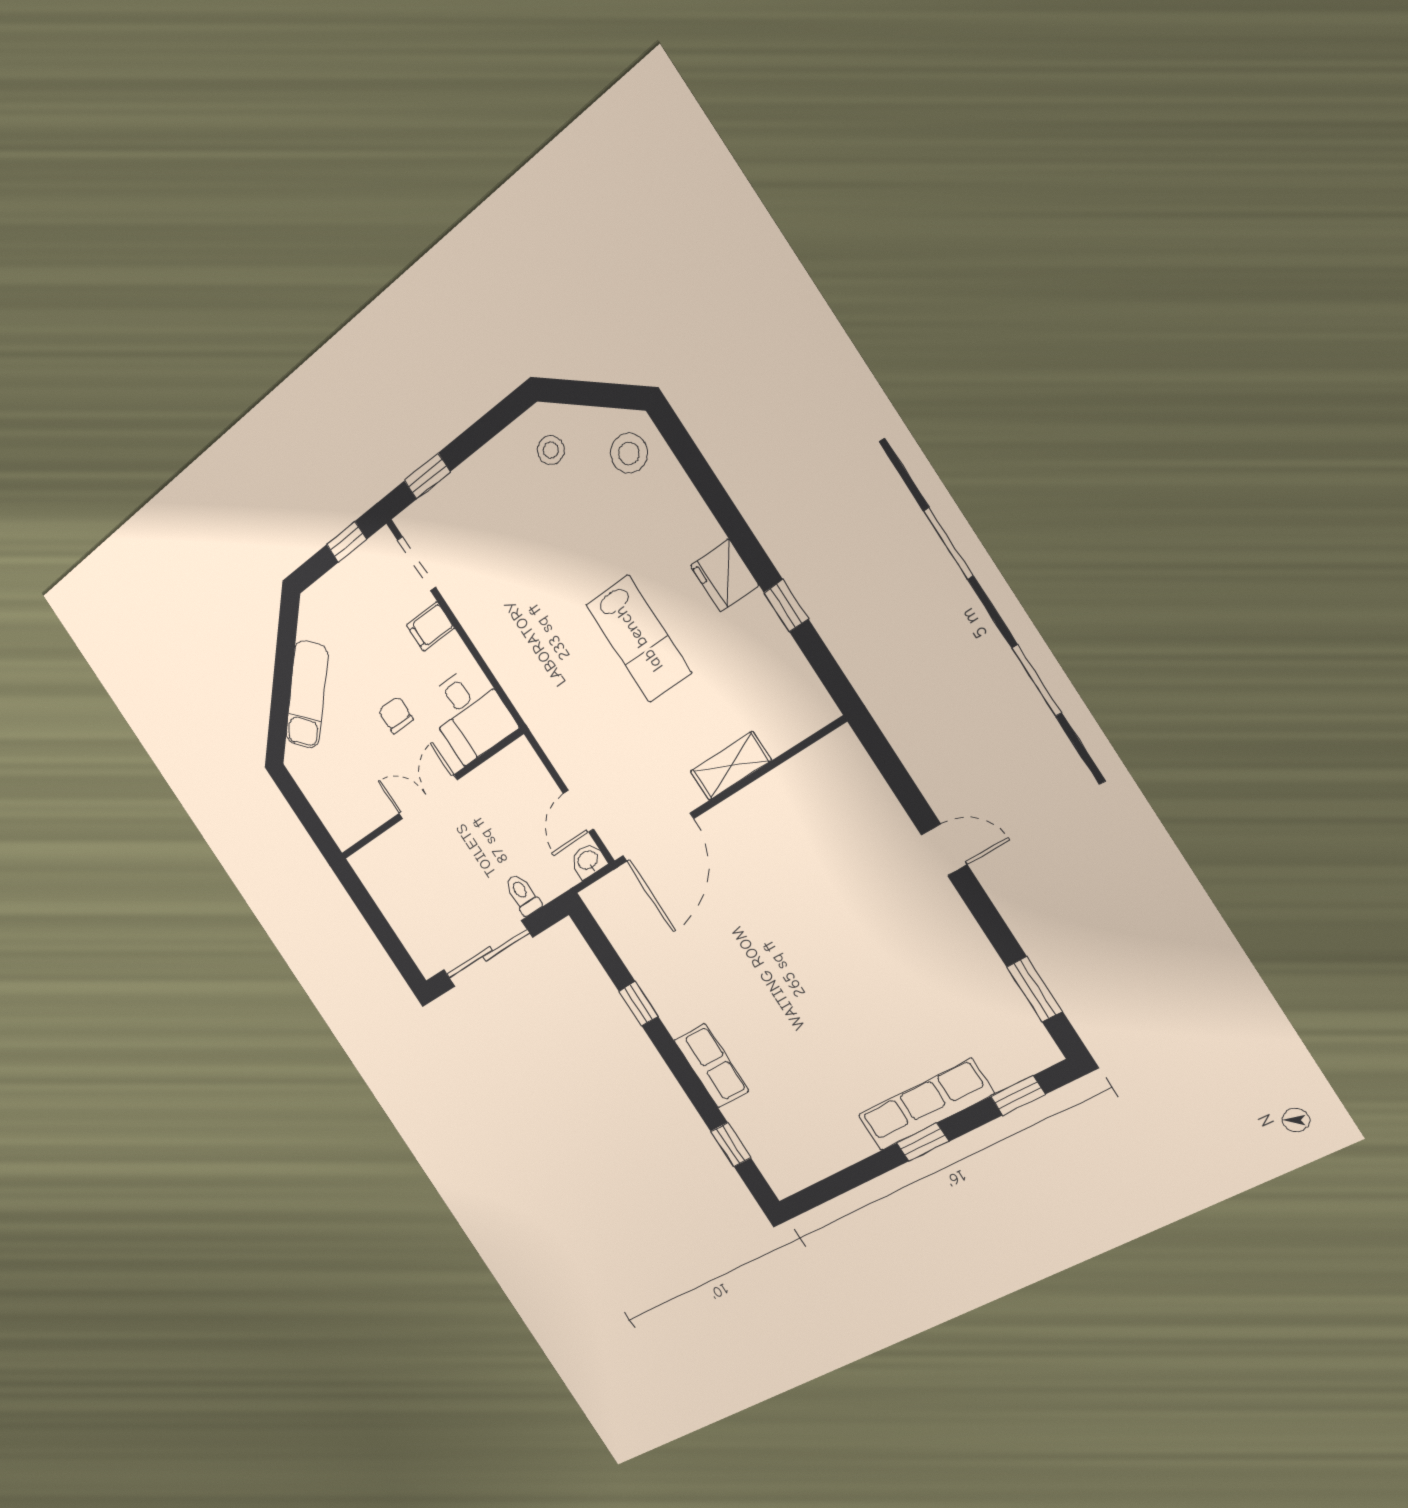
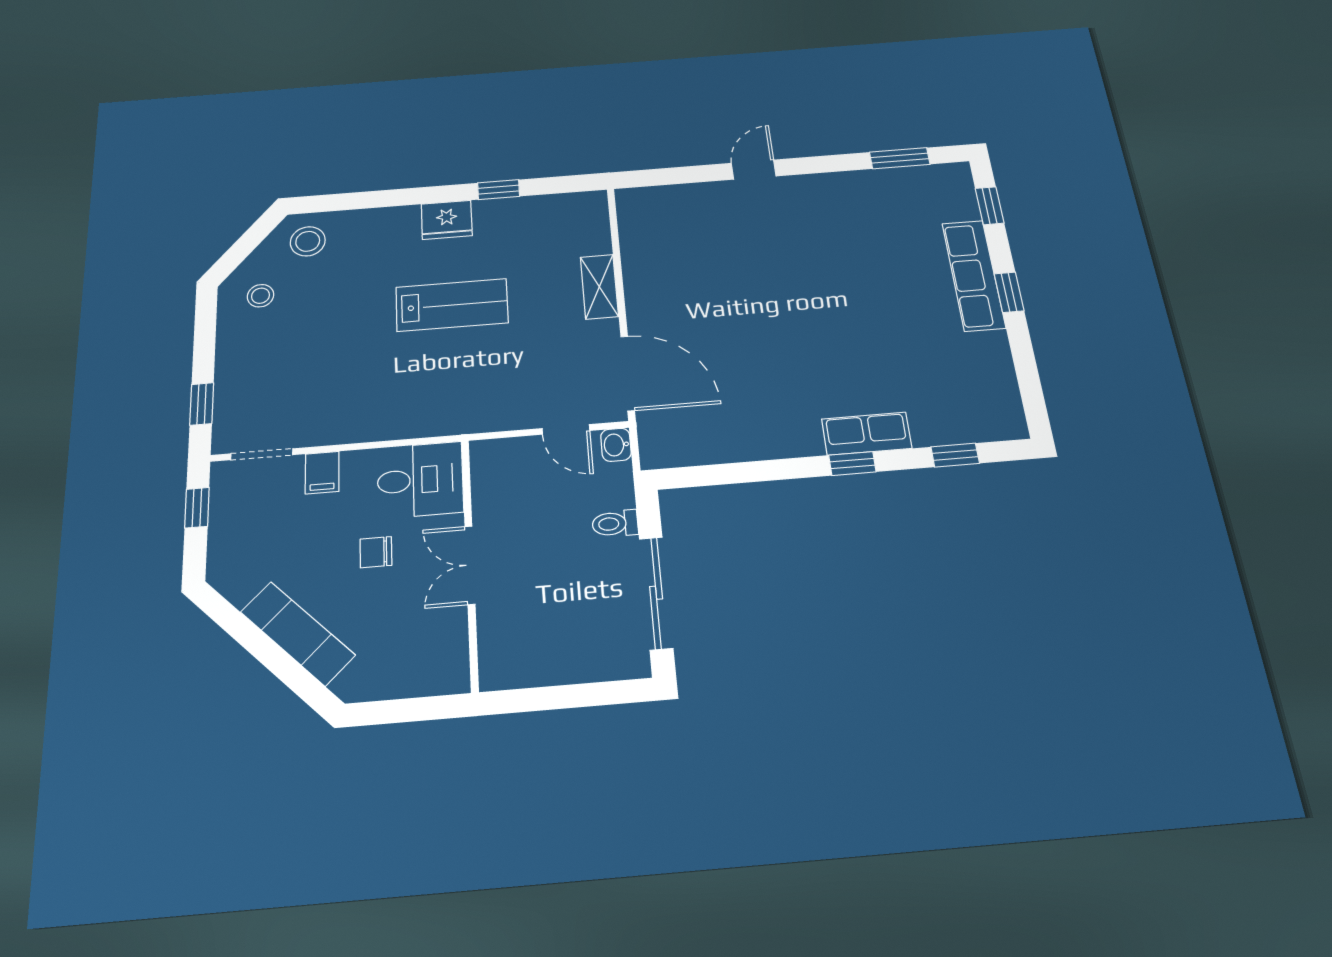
window: (638, 1004) -> (852, 463), moved

